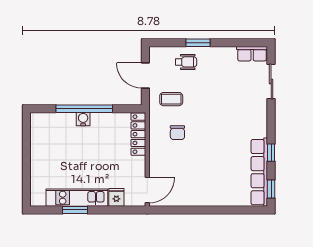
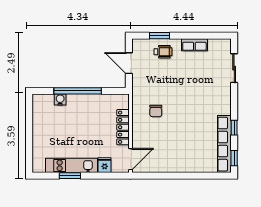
window: (198, 43) -> (160, 36), moved
row of seats: (252, 54) -> (194, 45), moved
coffee table: (171, 99) -> (151, 83), removed
water cooler: (83, 119) -> (60, 100), moved
locker: (138, 134) -> (123, 127), moved

